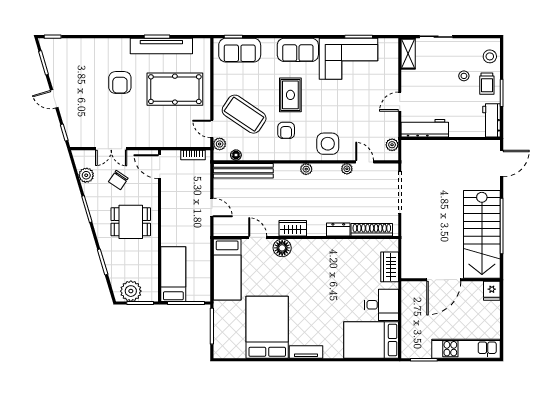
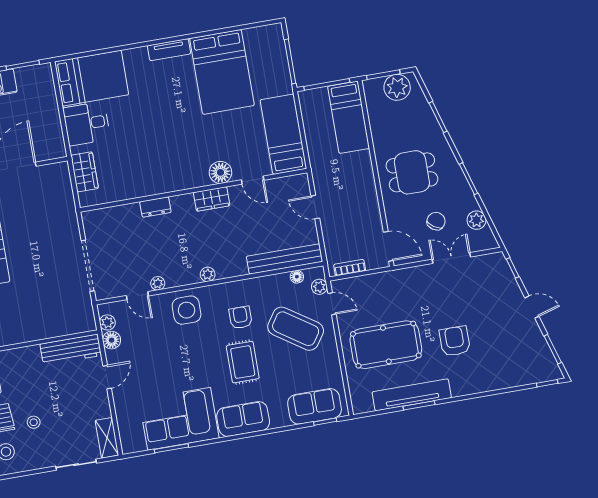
floor lamp: (391, 130) -> (112, 340), added
shoe rack: (372, 230) -> (114, 214), removed

